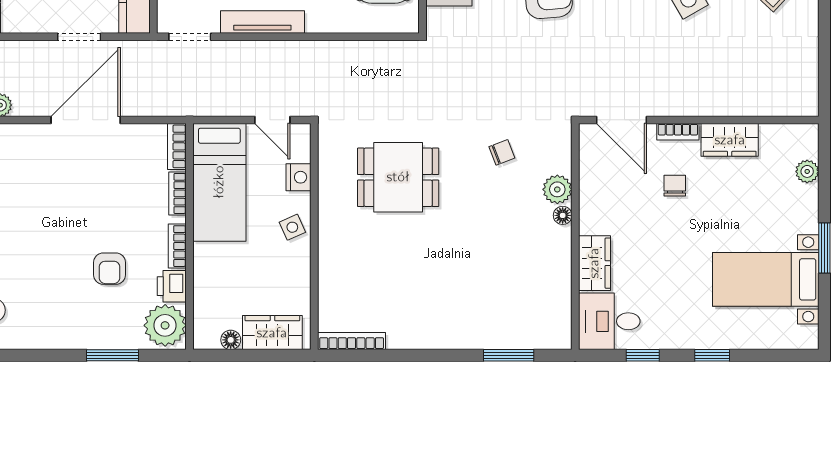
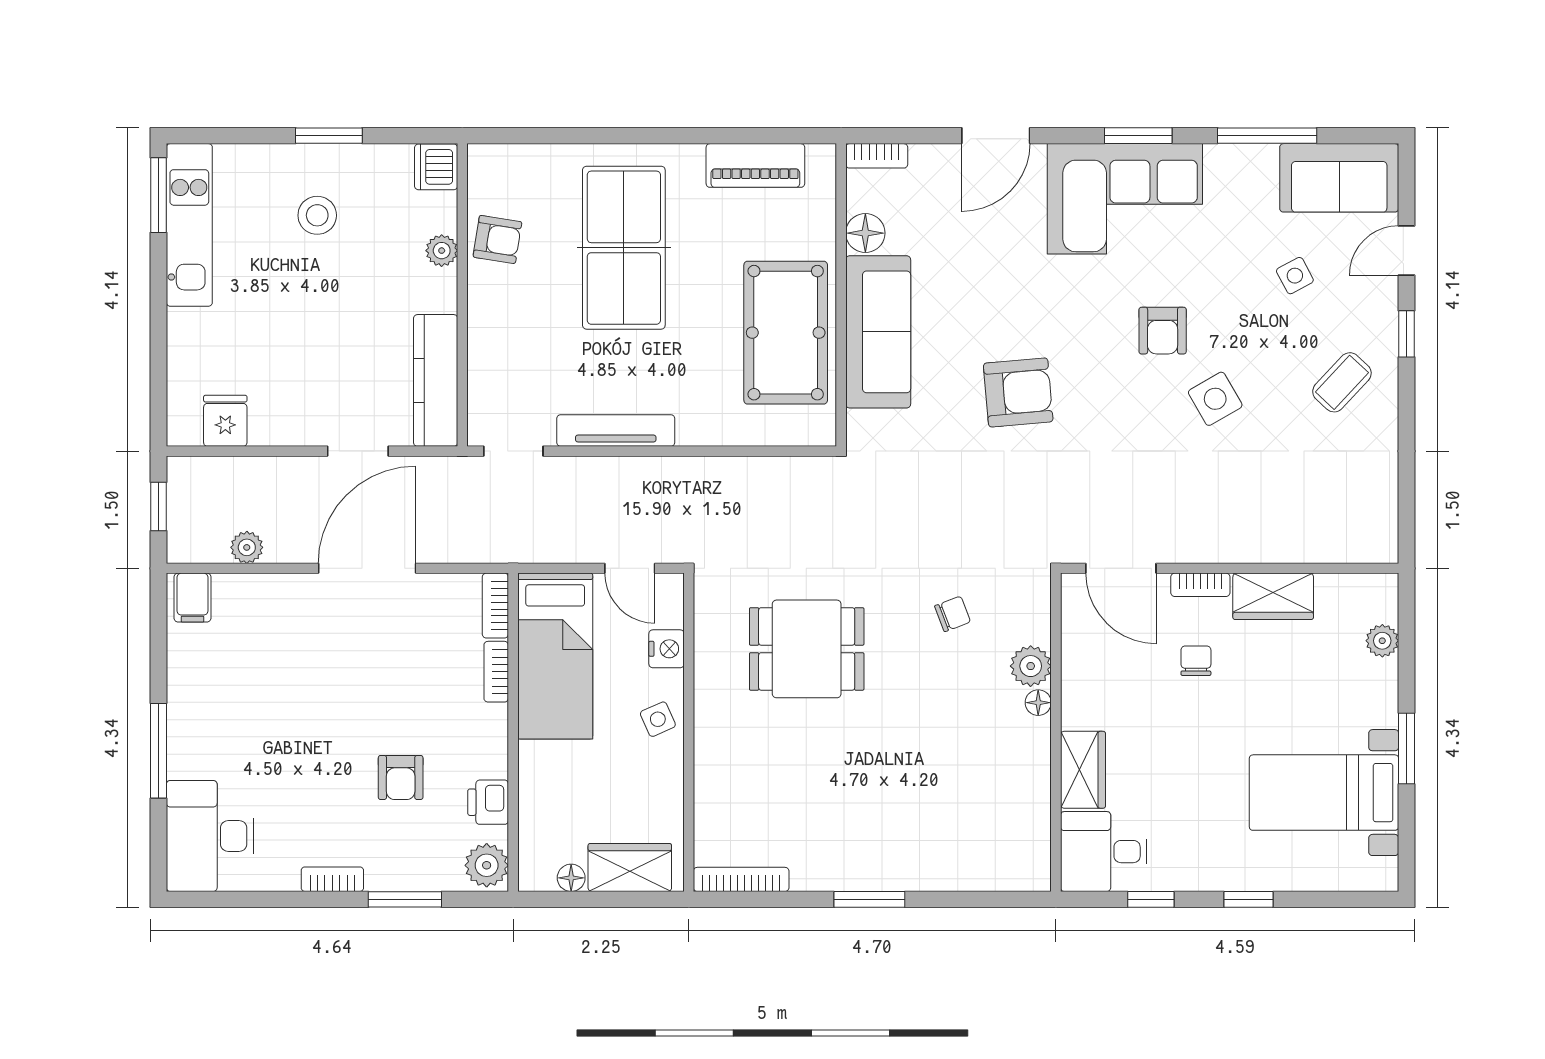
bookcase: (177, 246) -> (332, 879), moved, turned 90
plant: (165, 325) -> (487, 865), width x0.73, depth x0.73
window: (509, 355) -> (869, 899), moved

